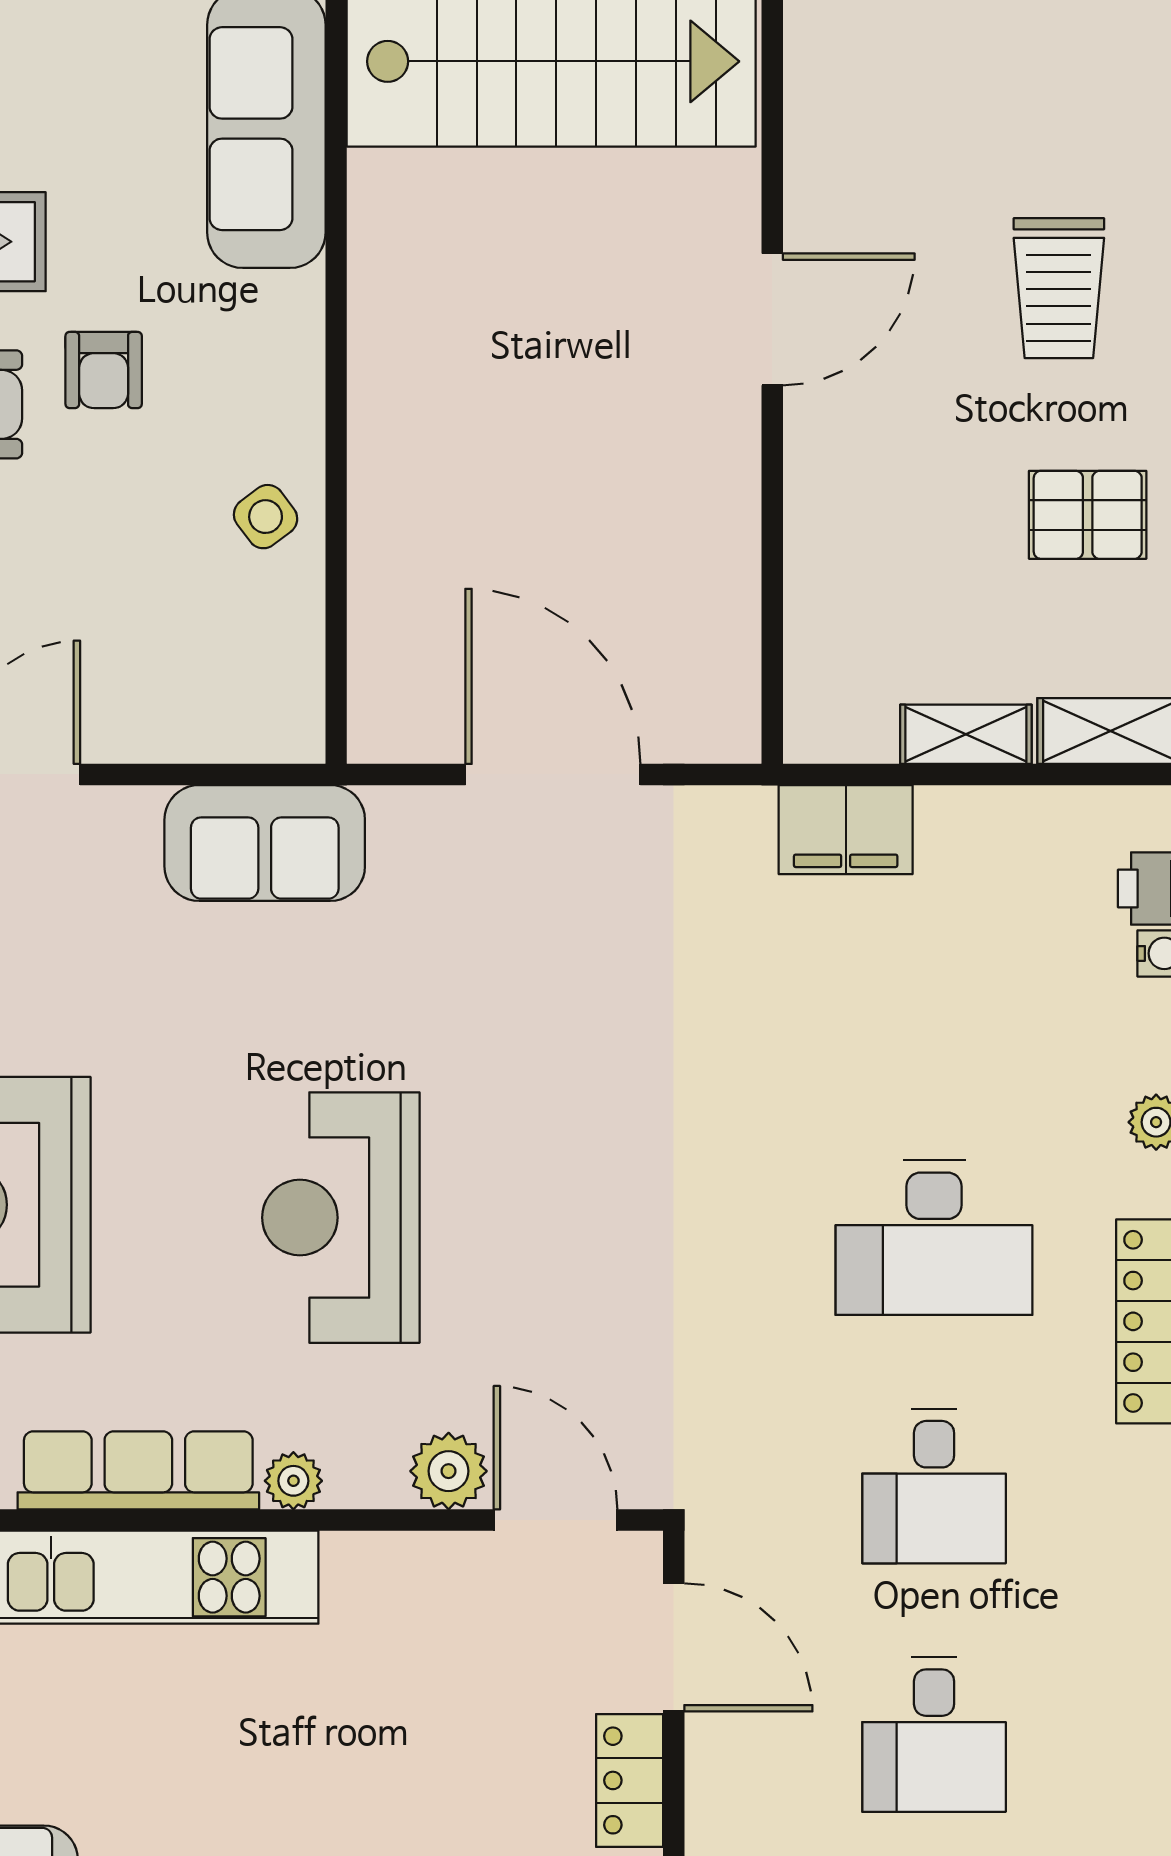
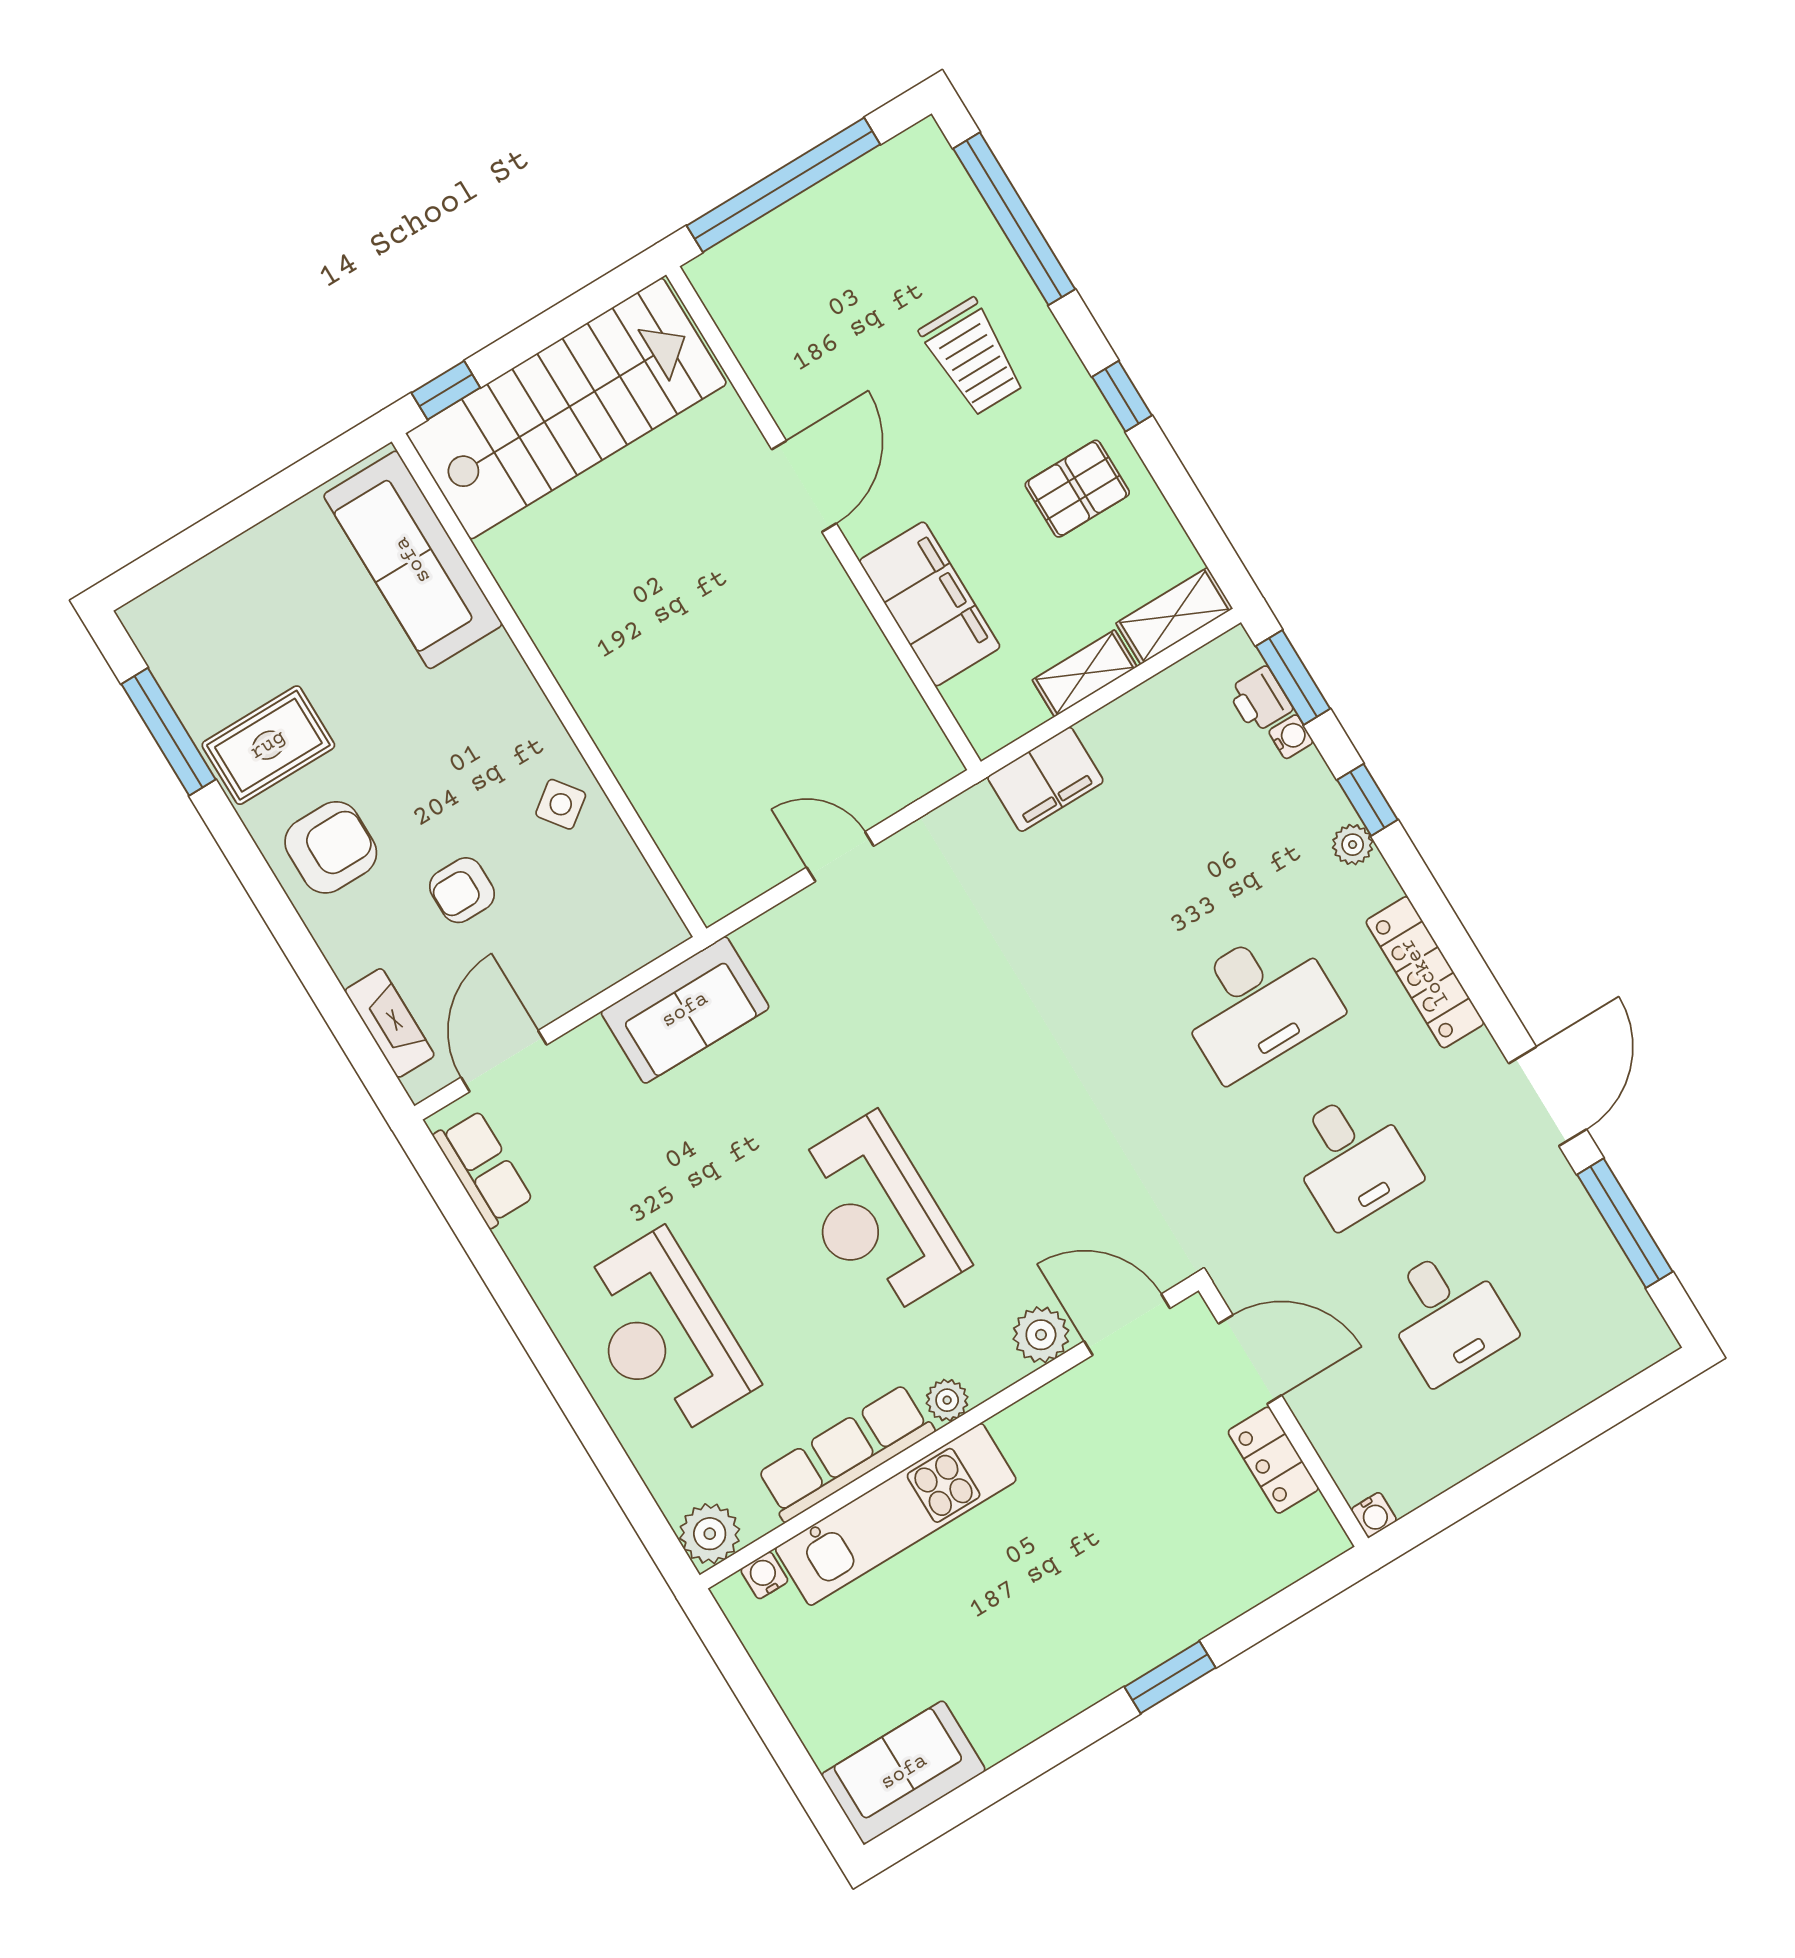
armchair: (104, 370) -> (462, 890), moved, turned 90
filing cabinet: (835, 544) -> (930, 604), added
door: (553, 774) -> (840, 857), width x0.53

